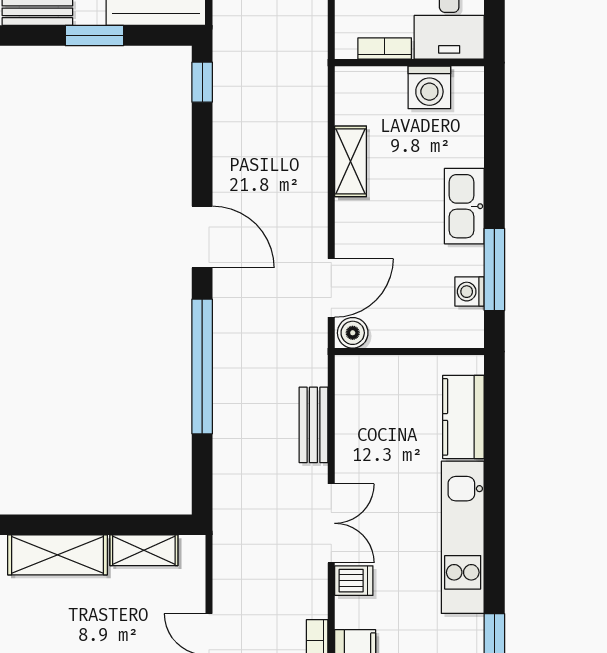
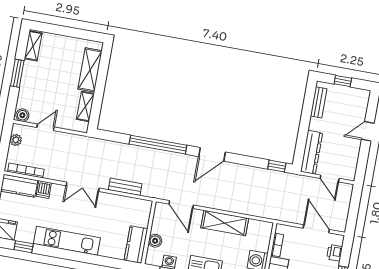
window: (94, 35) -> (304, 124), removed
shelving: (351, 161) -> (225, 223), width x1.50, depth x1.33
boiler: (353, 333) -> (155, 241), moved
kitchen counter: (463, 417) -> (136, 244), moved, turned -90
dishwasher: (354, 581) -> (44, 190), moved

